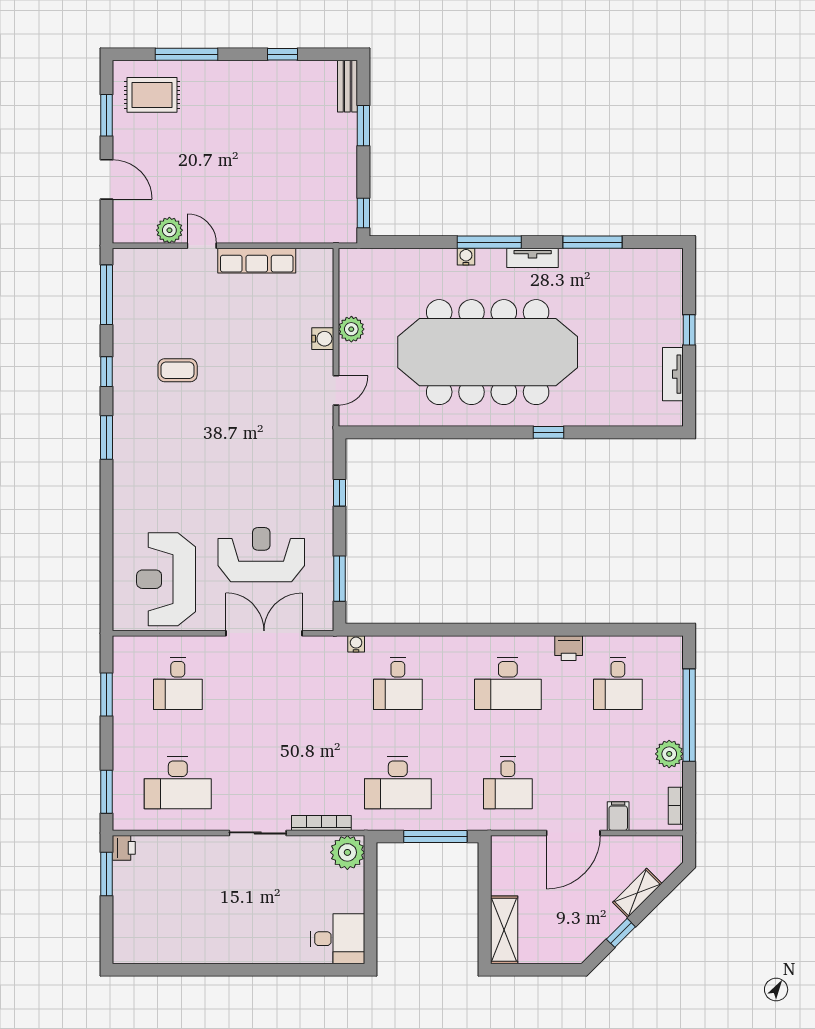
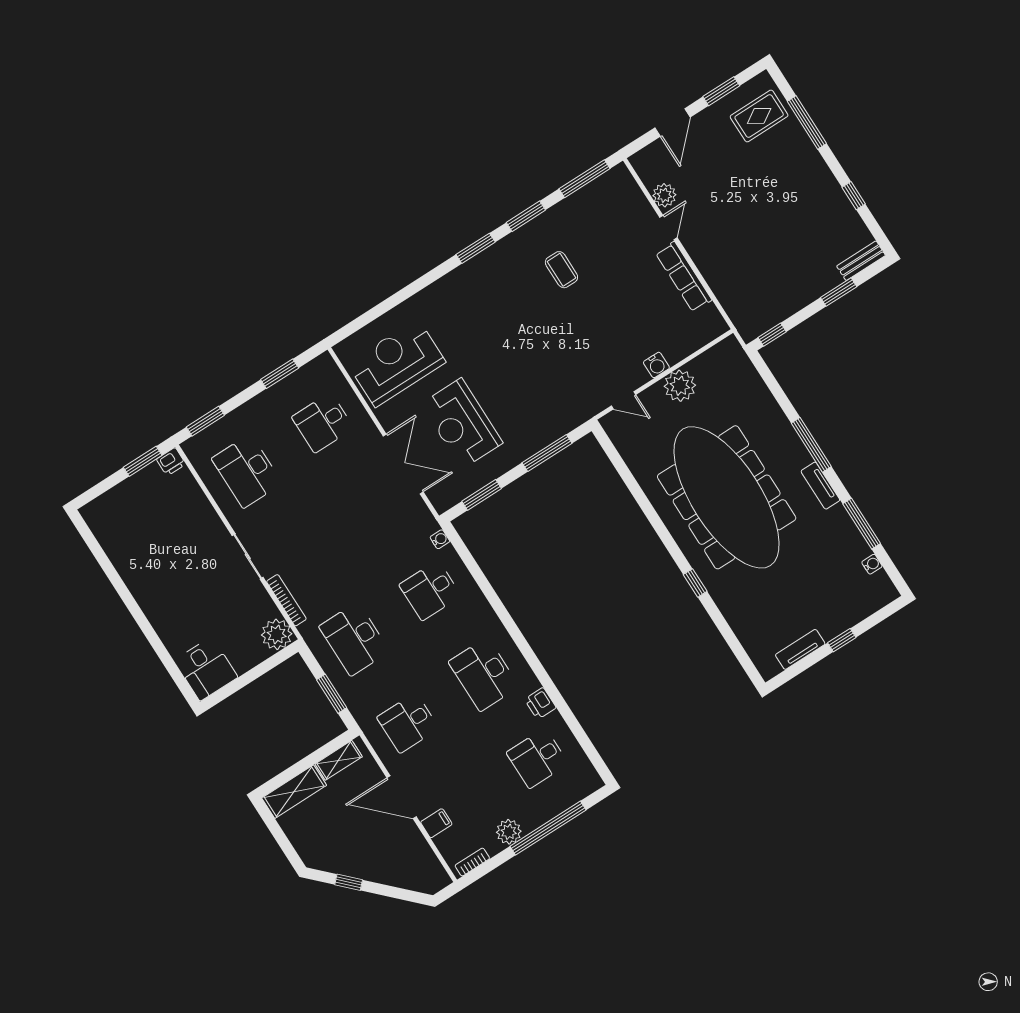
rug: (152, 95) -> (759, 116), turned 90
water cooler: (466, 257) -> (872, 564), moved
plant: (351, 329) -> (680, 386), width x1.36, depth x1.36
window: (107, 372) -> (526, 216), width x1.50
window: (340, 493) -> (547, 453), width x2.17
reception desk: (261, 555) -> (462, 423), turned 180
window: (435, 837) -> (332, 694), width x0.69
shelving: (637, 893) -> (339, 760), moved, turned -45

